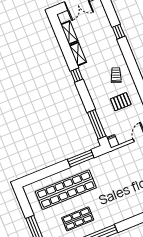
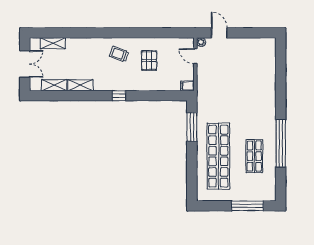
shelving: (103, 18) -> (53, 43), added
window: (119, 32) -> (74, 33), removed
window: (77, 75) -> (119, 96), moved
window: (97, 124) -> (163, 96), removed

